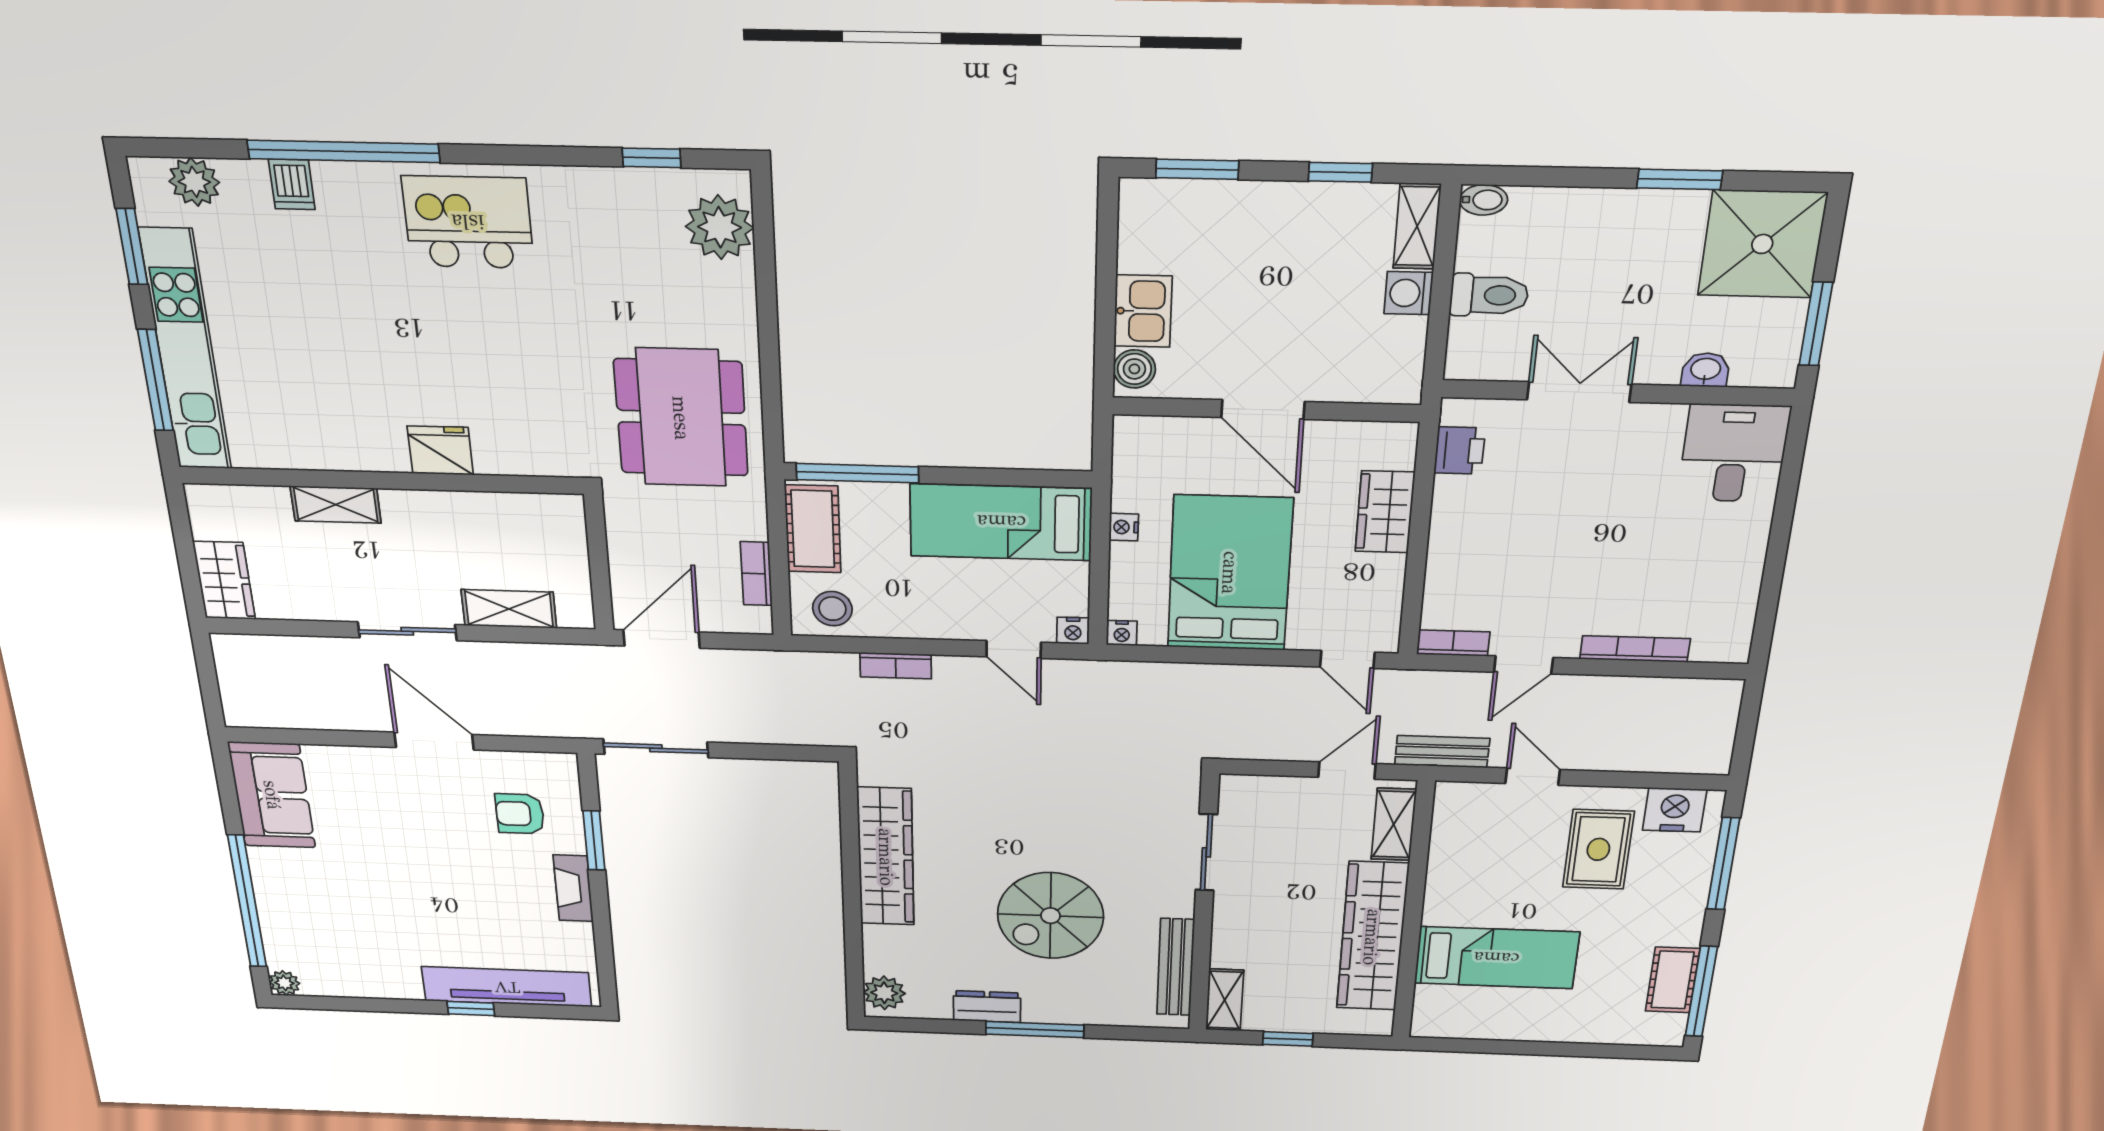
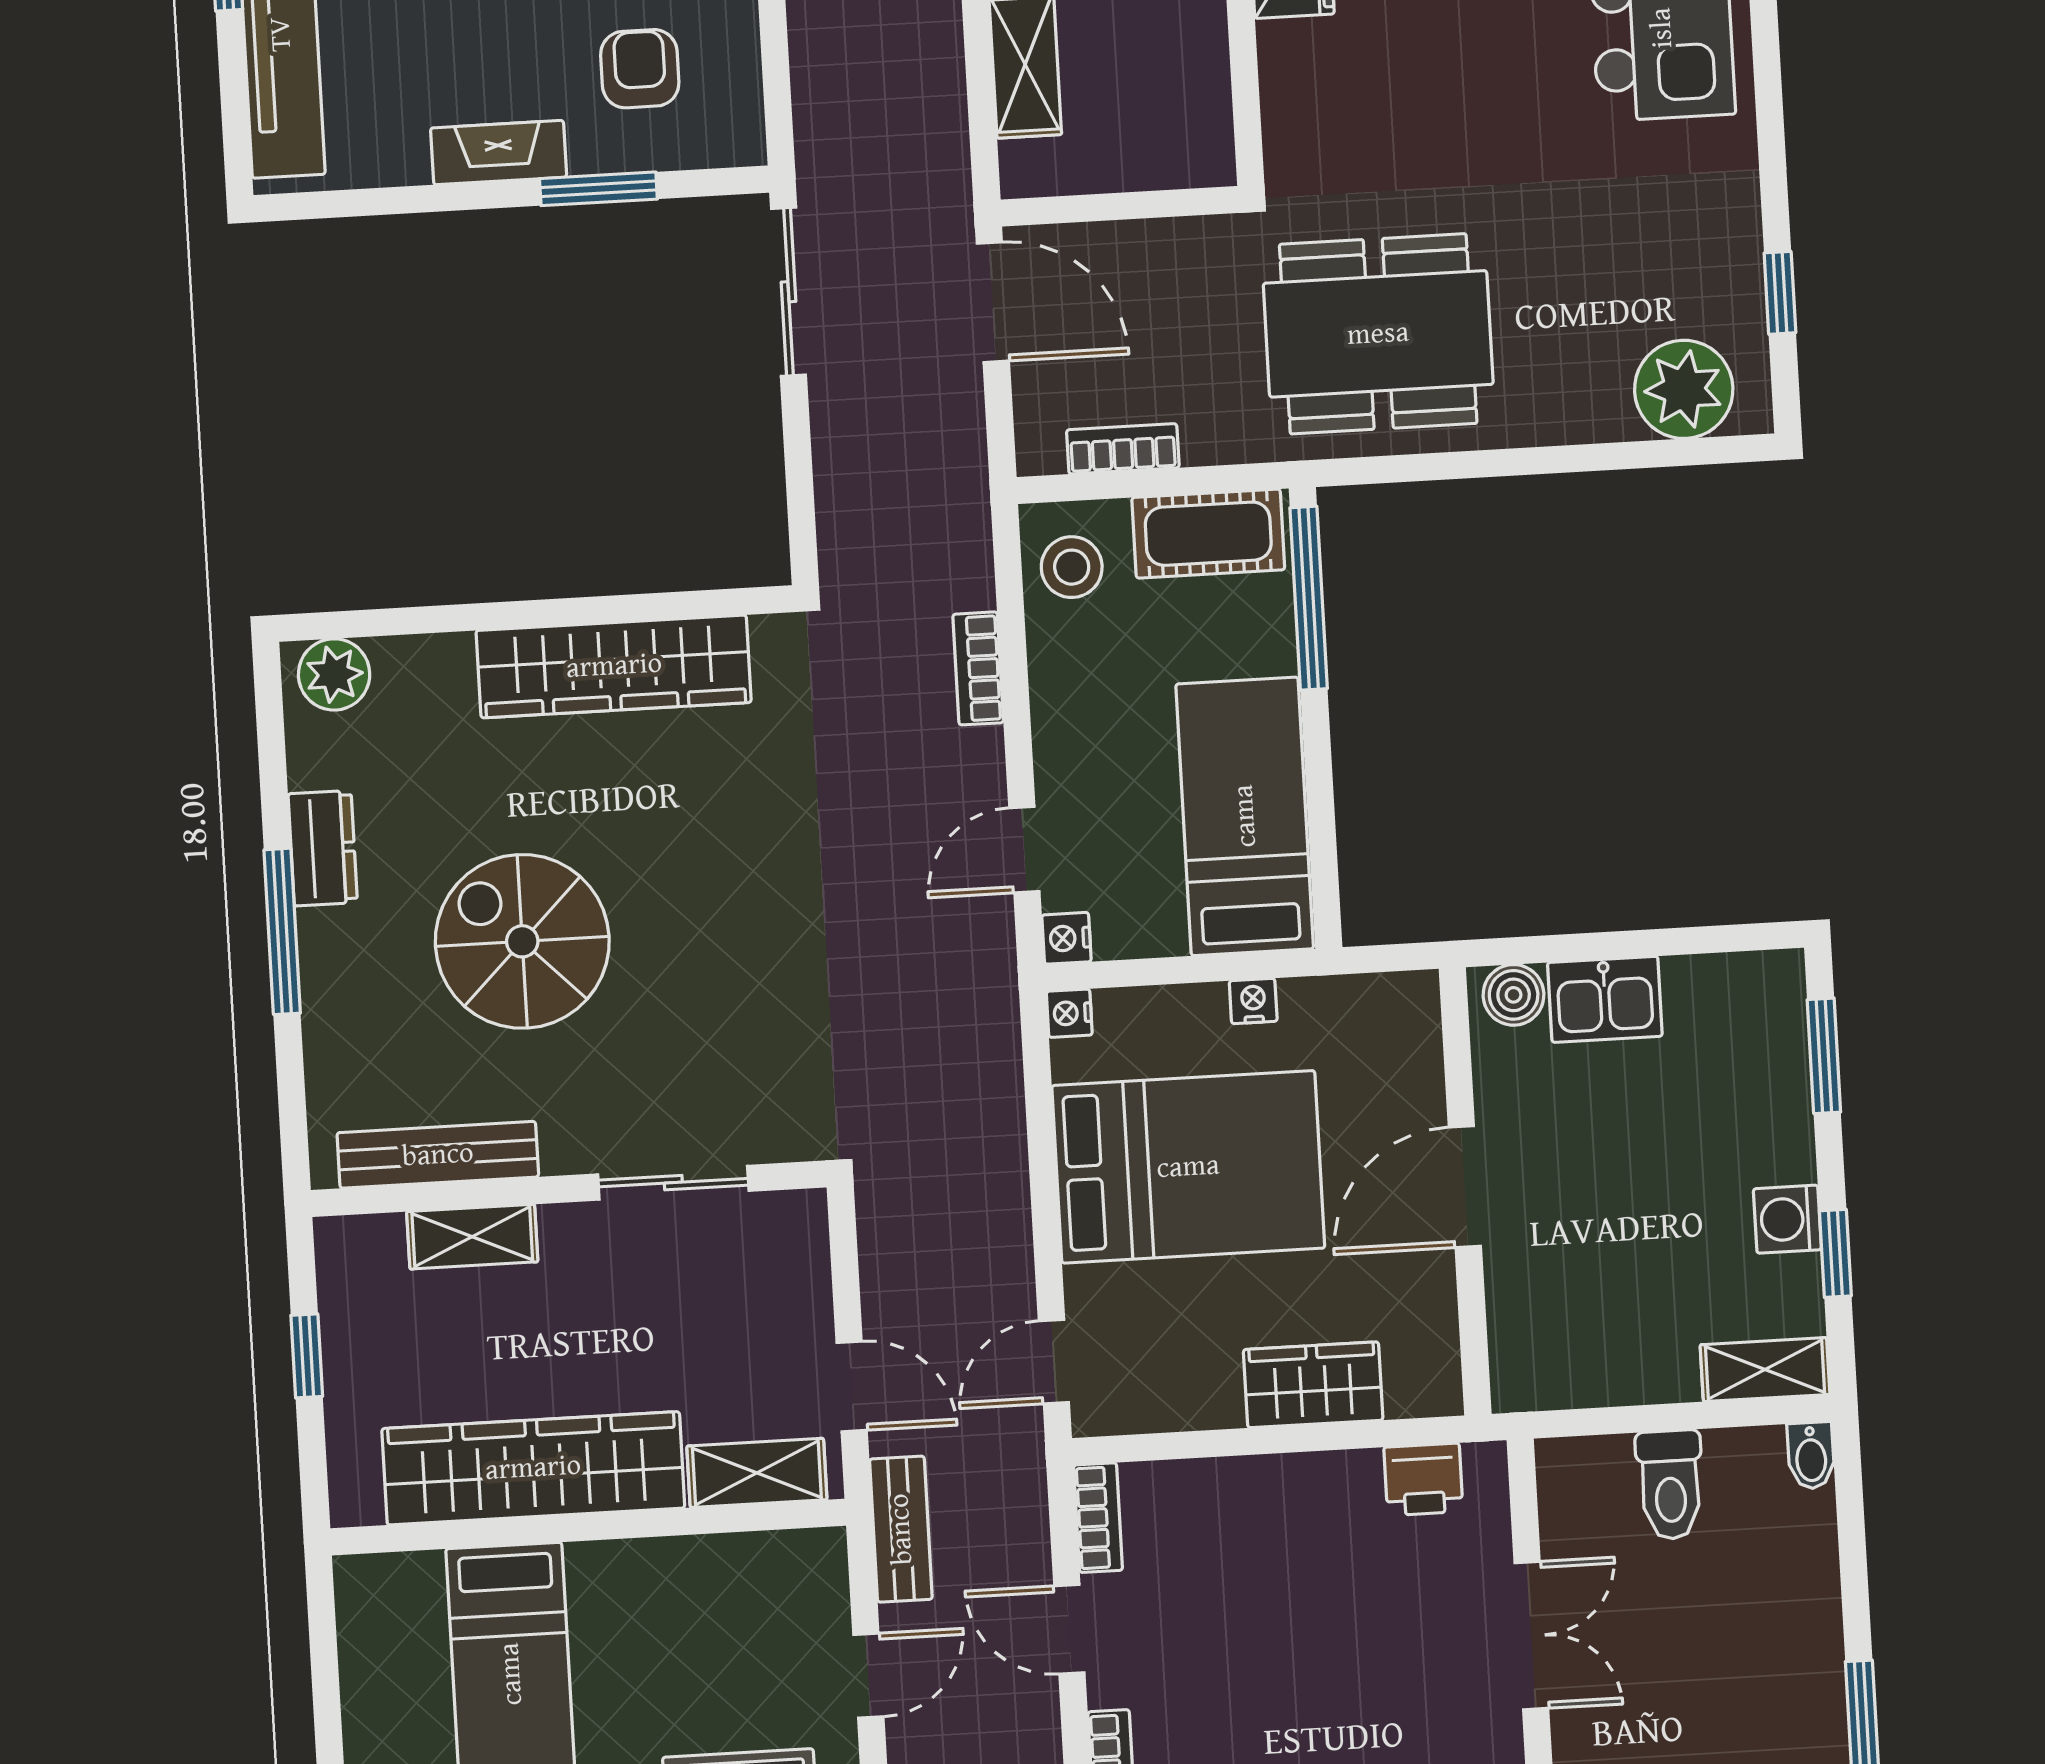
washing machine: (1409, 293) -> (1787, 1219), moved, turned -90
shelving: (1225, 1000) -> (472, 1237), moved

